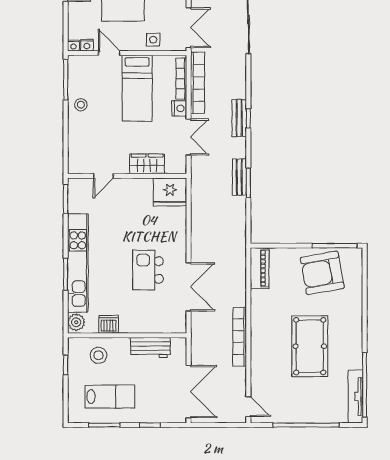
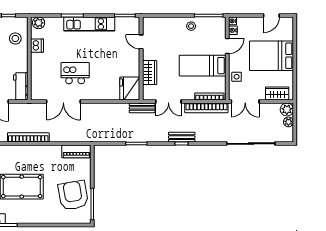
nightstand: (179, 108) -> (188, 95), removed
bench: (239, 177) -> (142, 108), moved
kitchen unit: (78, 263) -> (89, 24), width x0.73
workbench: (150, 348) -> (21, 86), moved

